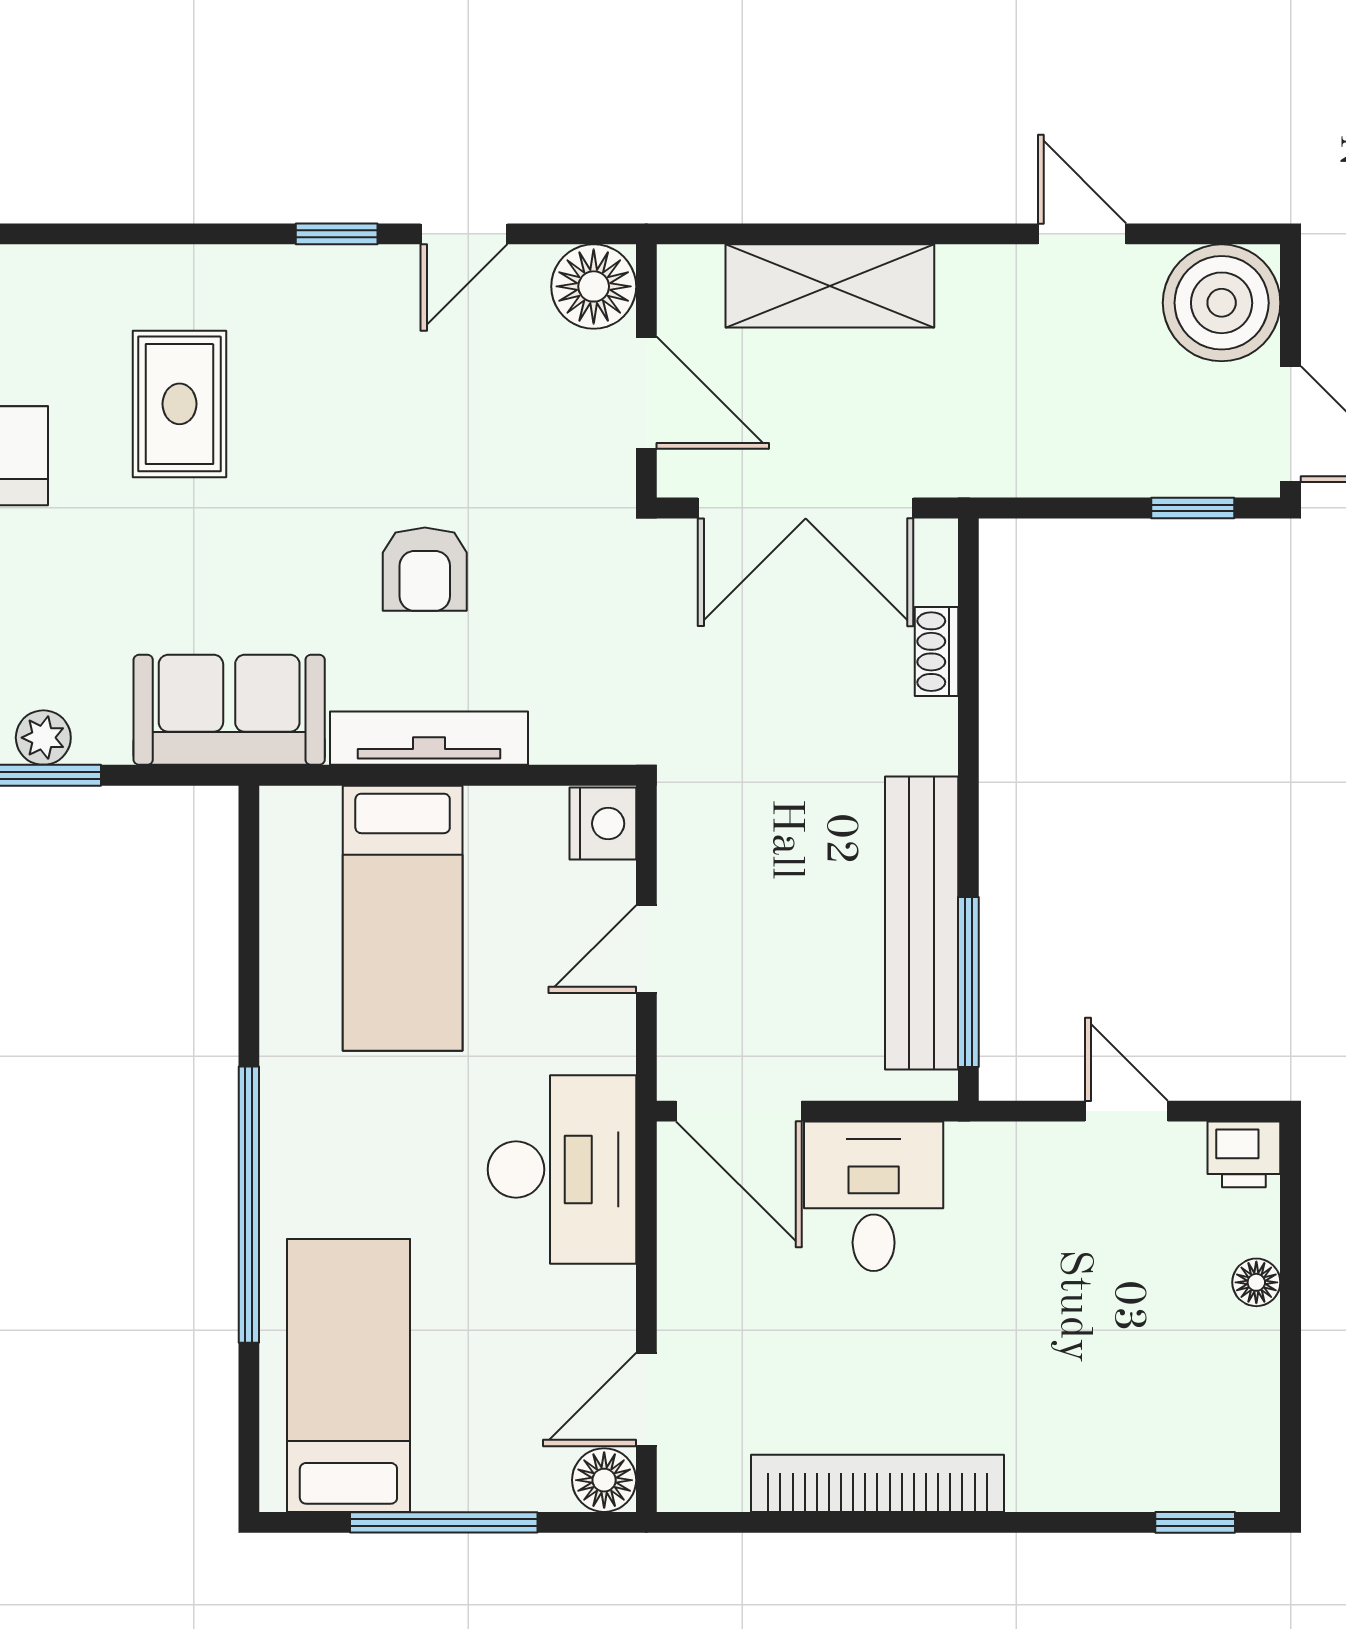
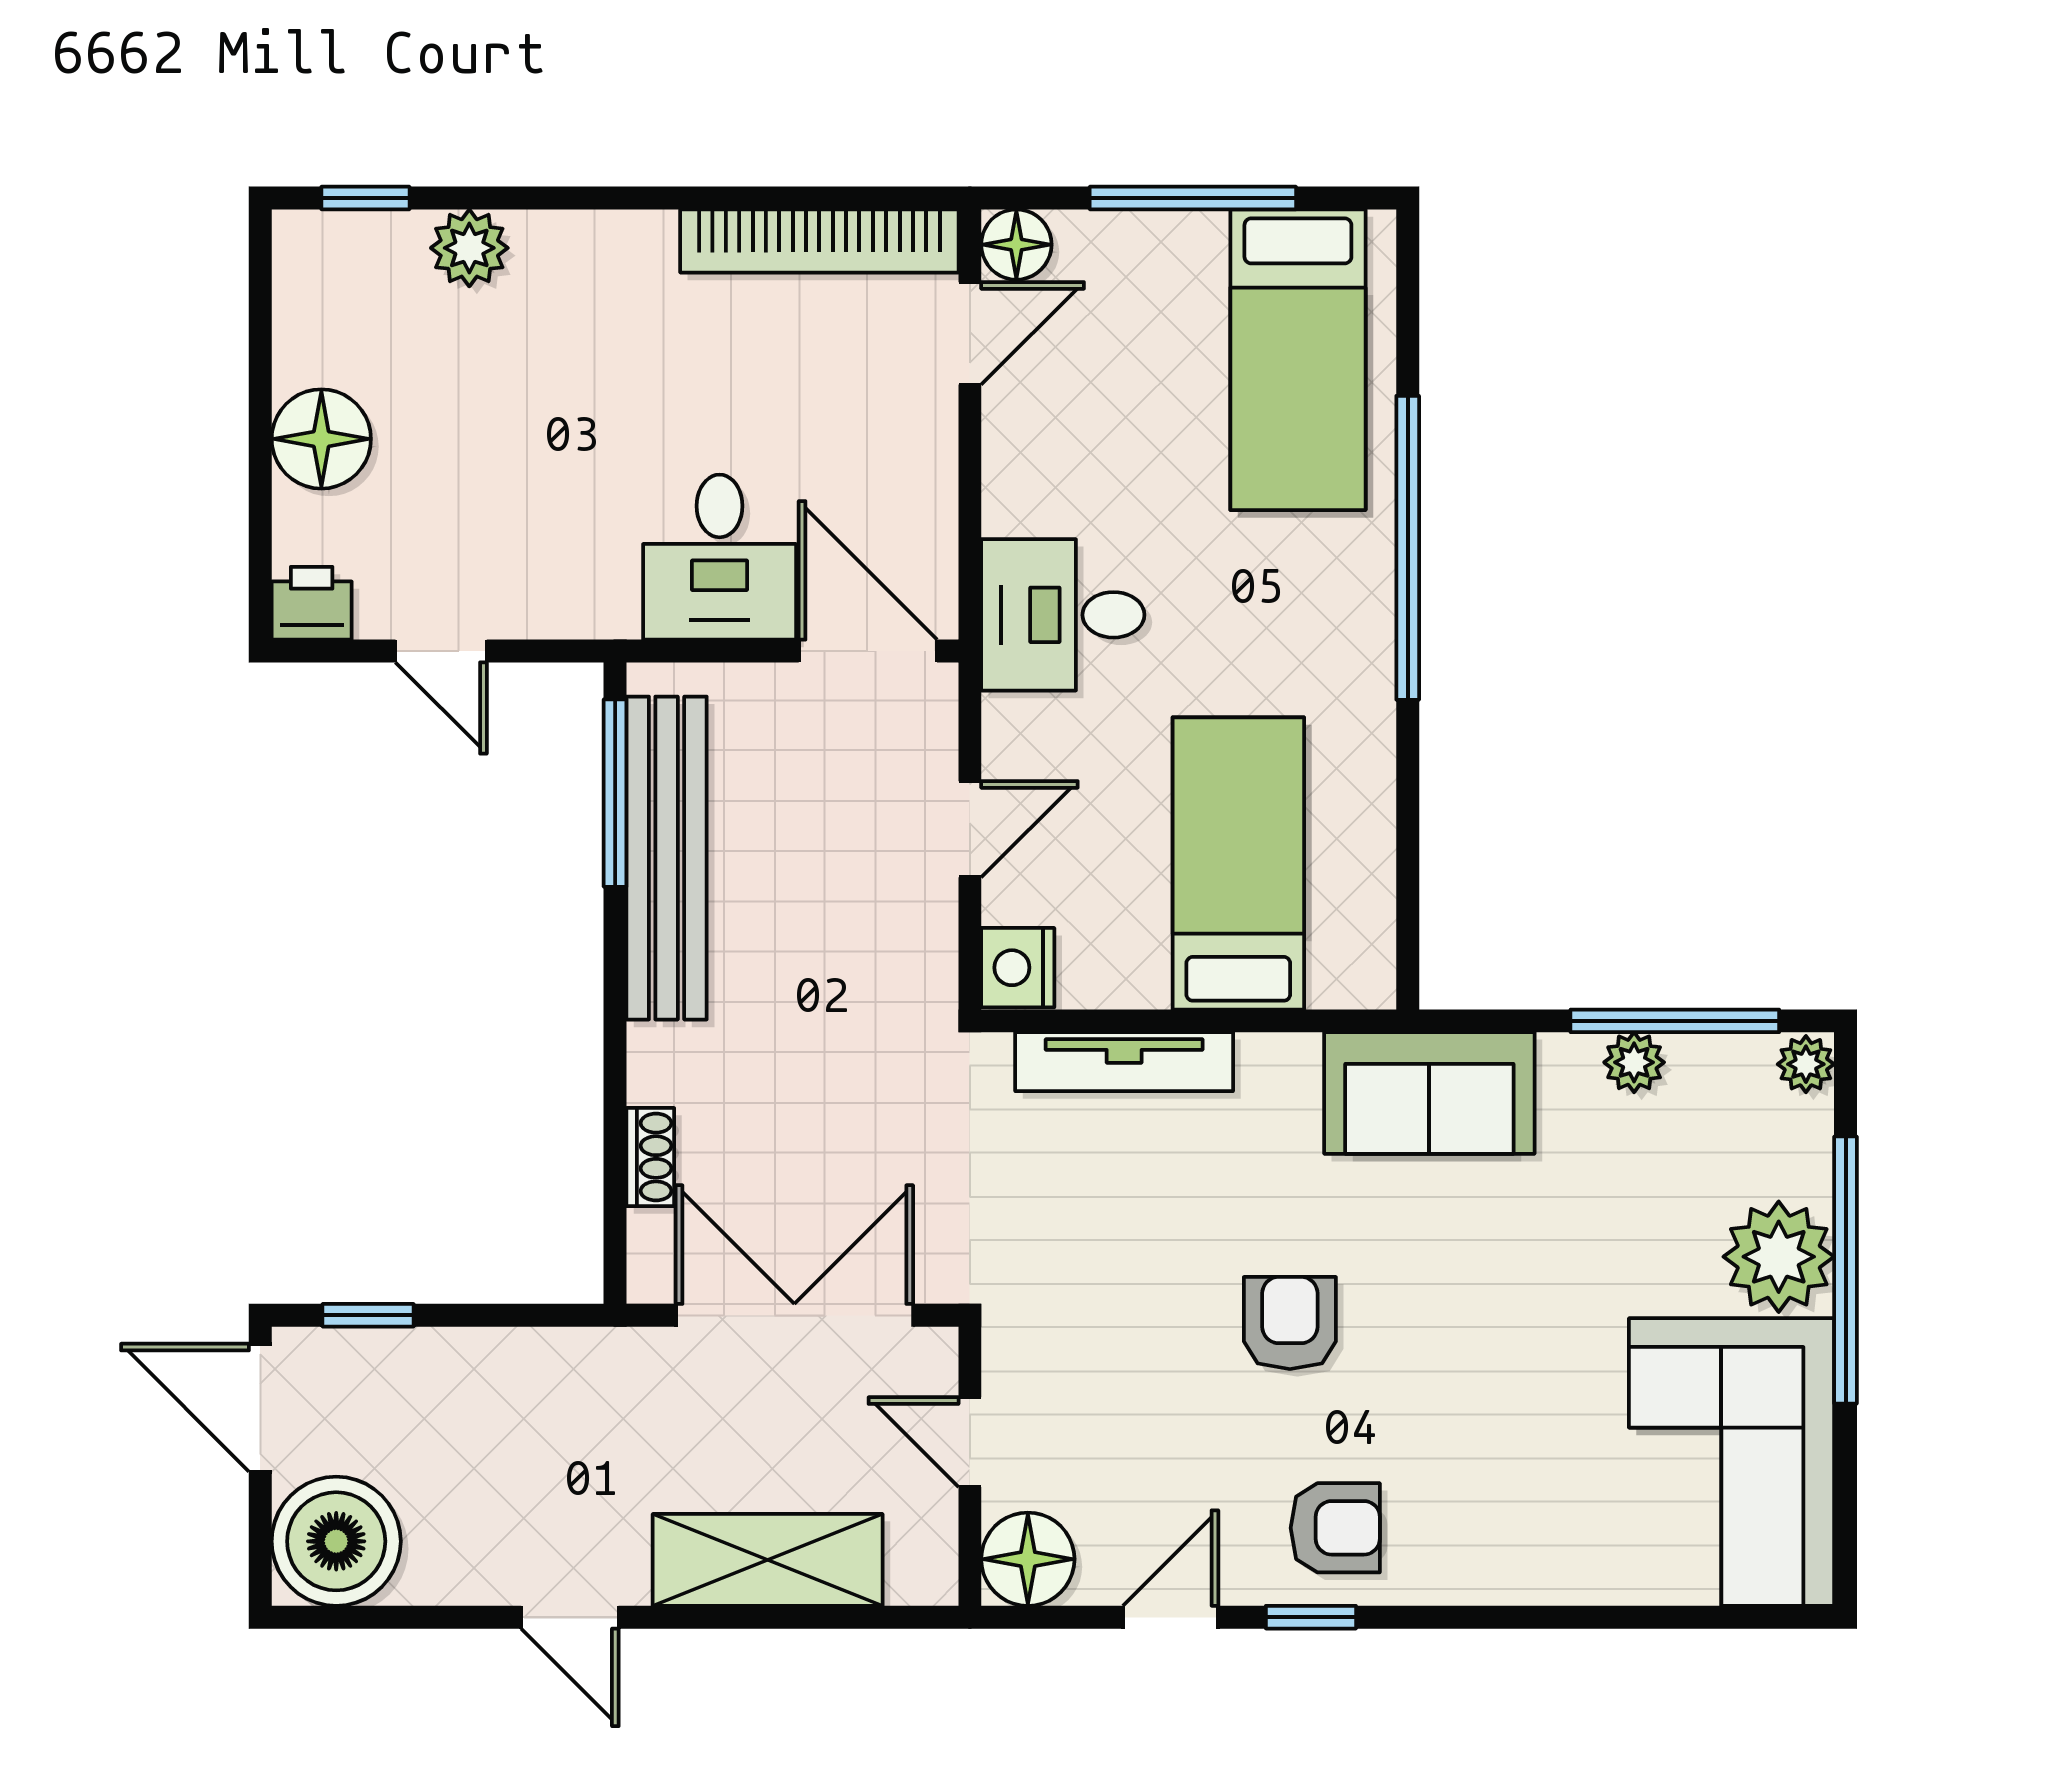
door: (1082, 234) -> (570, 1617), moved
armchair: (315, 315) -> (1335, 1528), added
door: (646, 393) -> (970, 1442), width x0.73
rug: (180, 404) -> (1484, 1430), removed
armchair: (425, 569) -> (1290, 1323), moved
tv unit: (429, 738) -> (1124, 1062), moved
desk: (562, 1169) -> (1063, 615), width x0.73
floor lamp: (1256, 1282) -> (321, 439), width x1.89, depth x1.89
plant: (1101, 1477) -> (469, 248), added
bookcase: (877, 1483) -> (819, 241), moved

